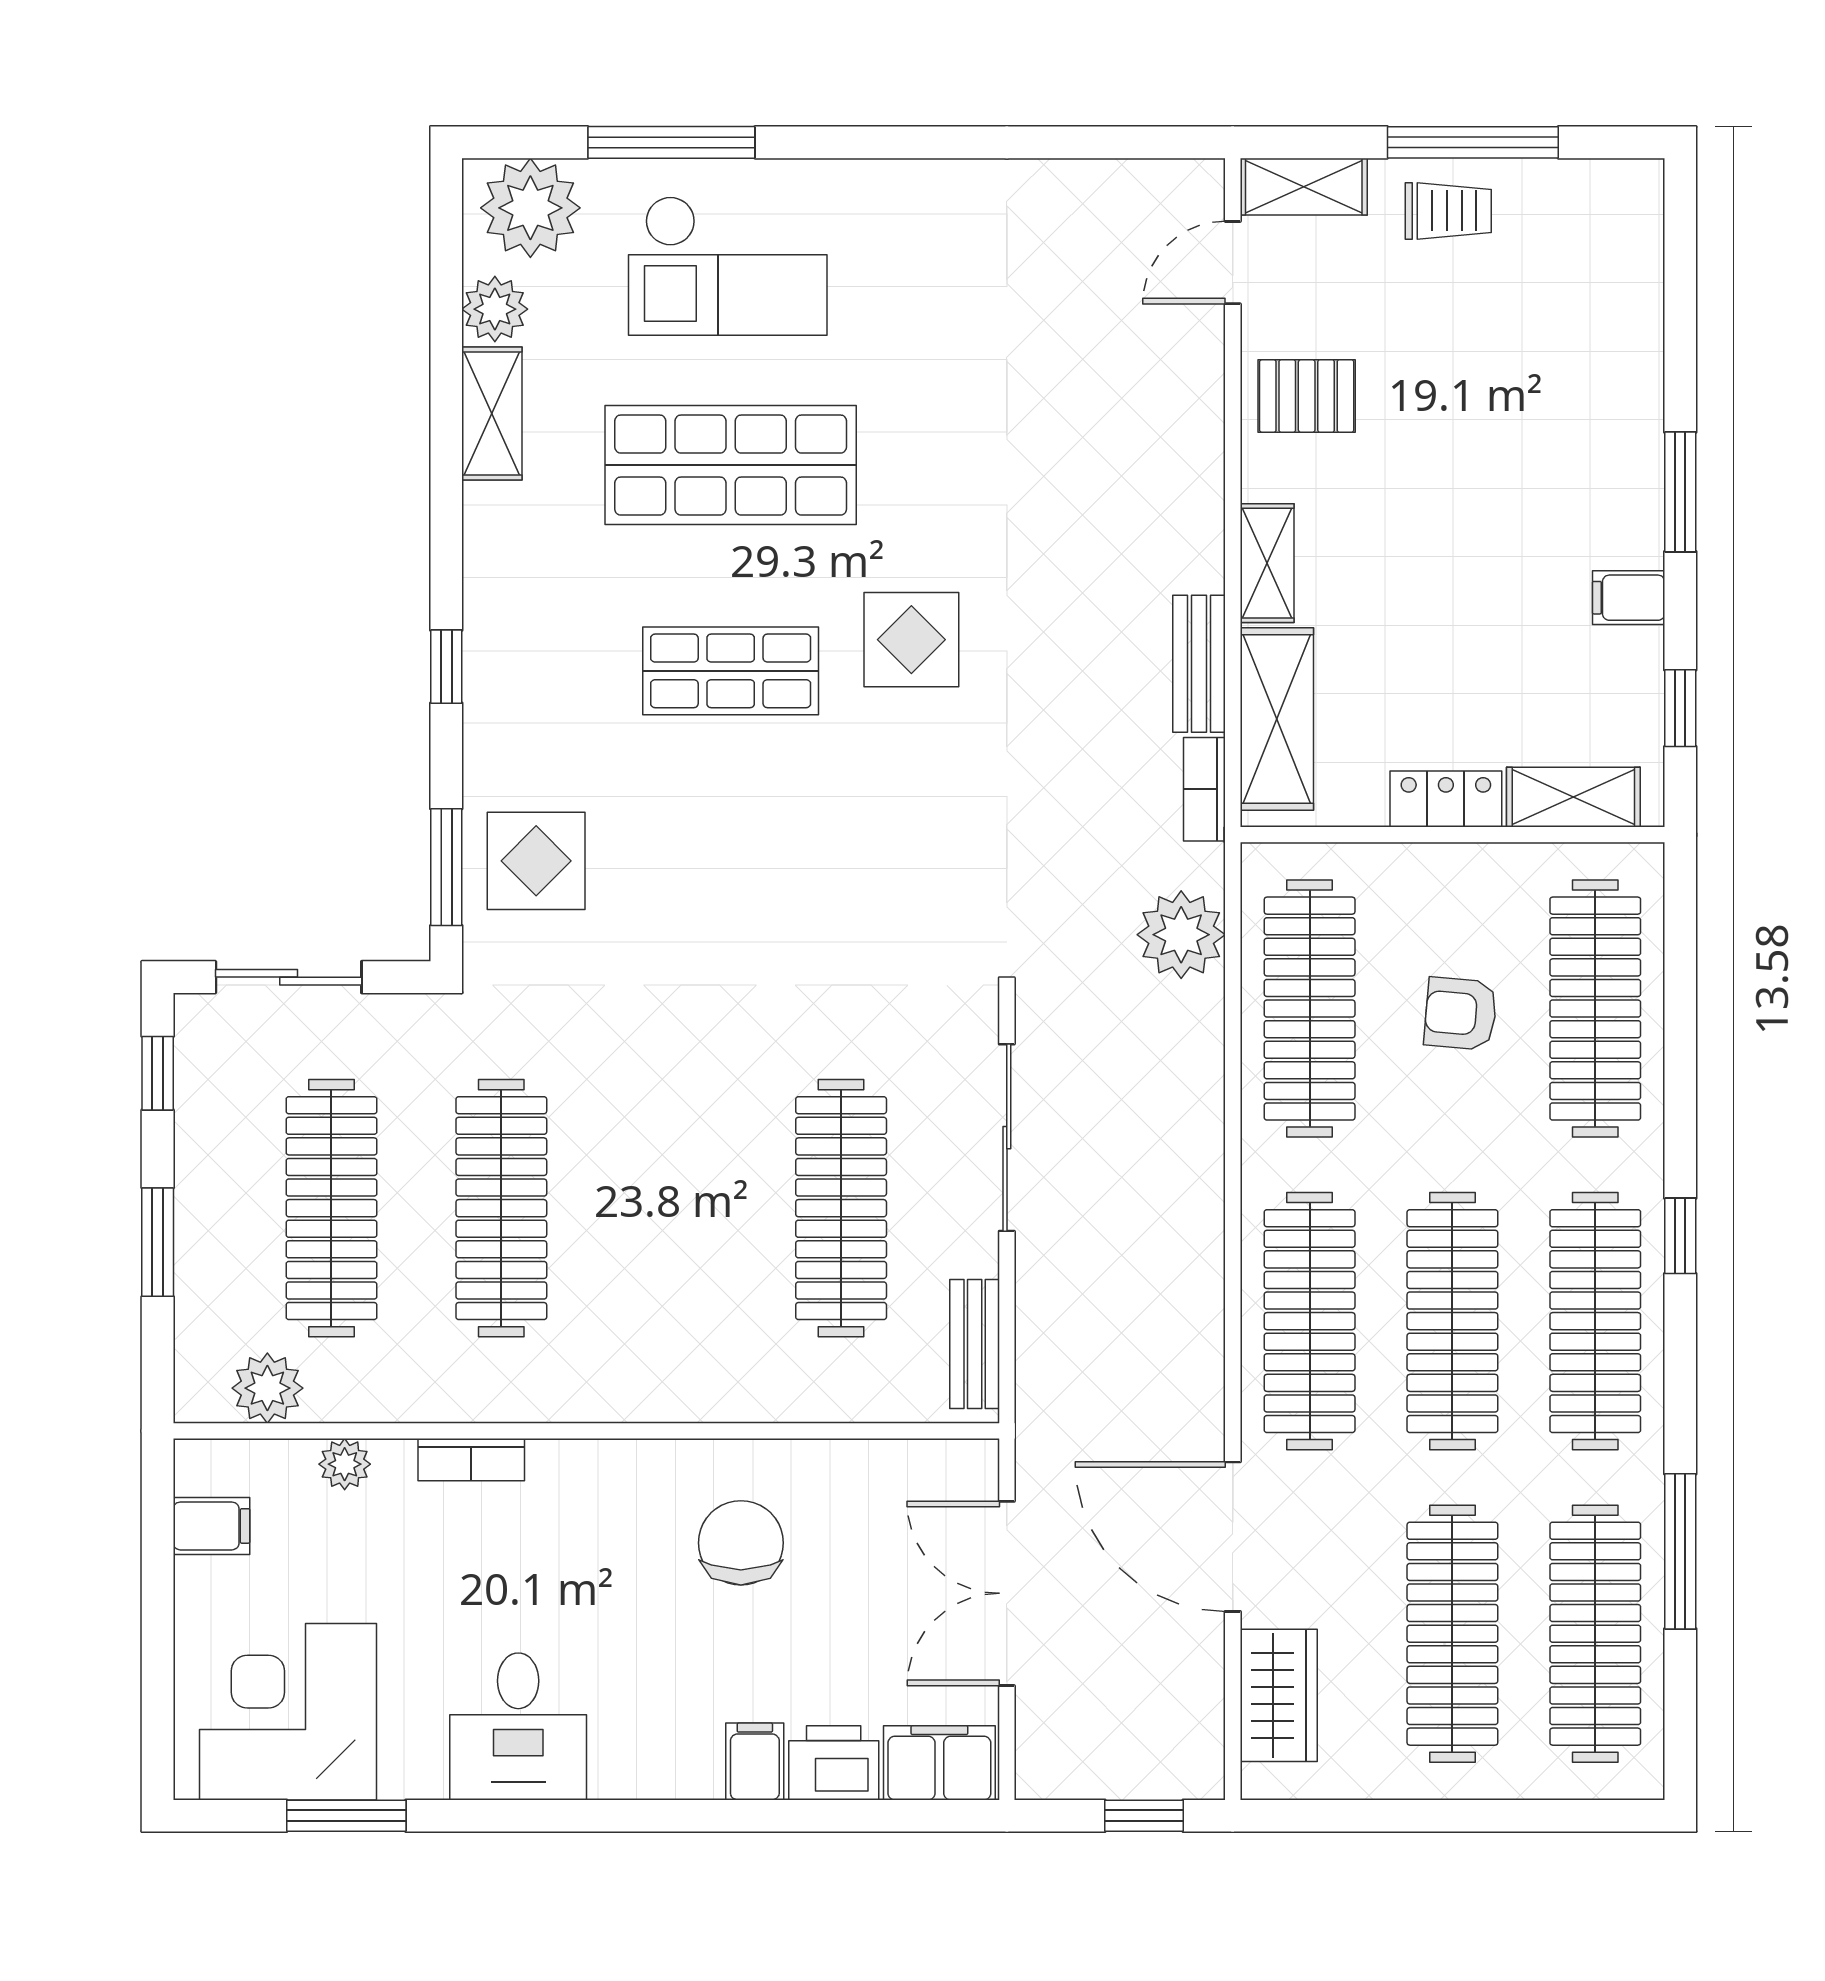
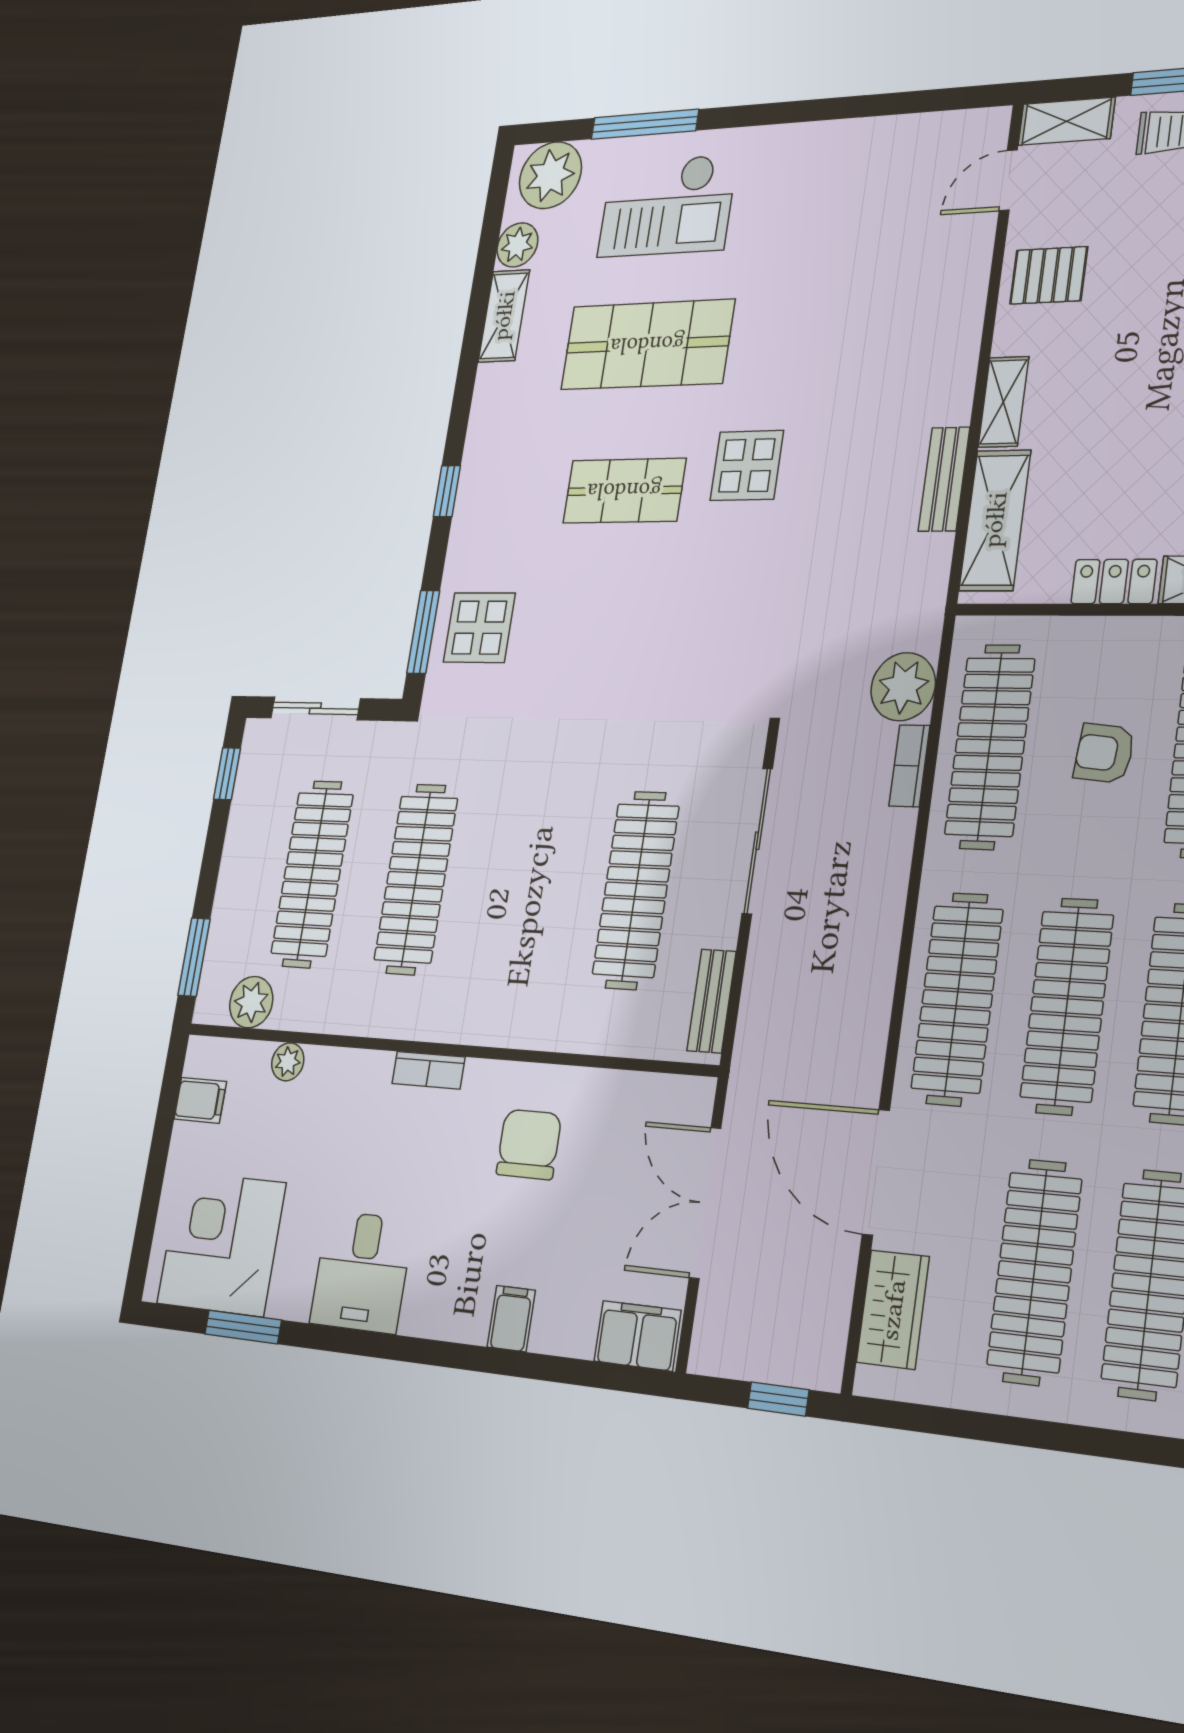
bookcase: (1204, 789) -> (909, 766), moved
window: (158, 1242) -> (194, 957), moved
bookcase: (471, 1460) -> (428, 1070), moved
printer: (834, 1763) -> (564, 1326), removed

